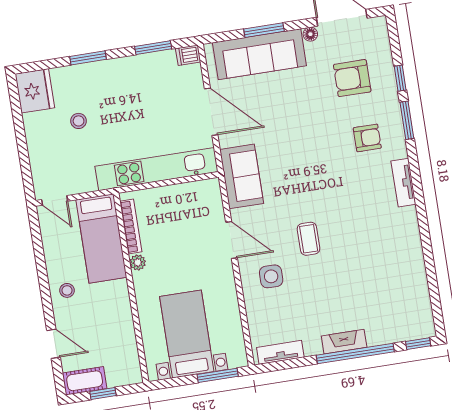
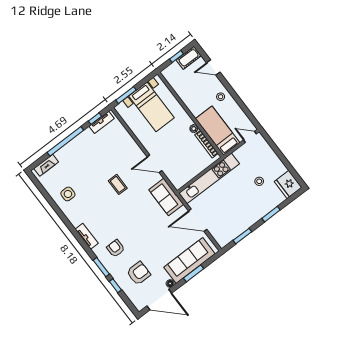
dishwasher: (188, 55) -> (224, 241), removed
armchair: (367, 138) -> (116, 248), turned 90
side table: (271, 276) -> (68, 194), moved
fireplace: (344, 342) -> (46, 165), moved
window: (418, 344) -> (95, 119), moved

